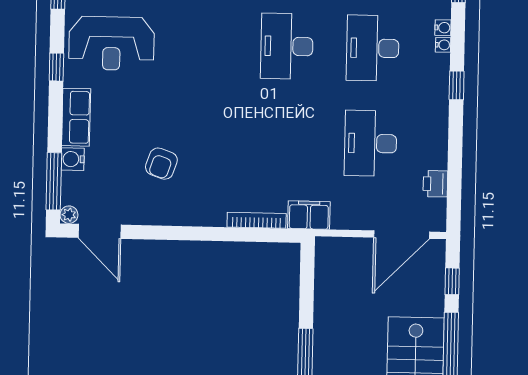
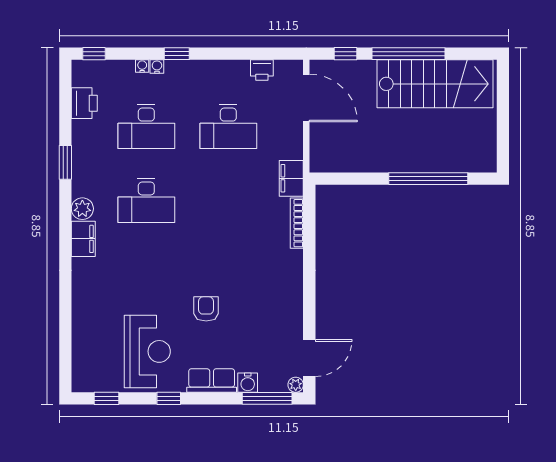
water cooler: (443, 28) -> (157, 67), moved
armchair: (161, 164) -> (206, 309), moved, turned -109

